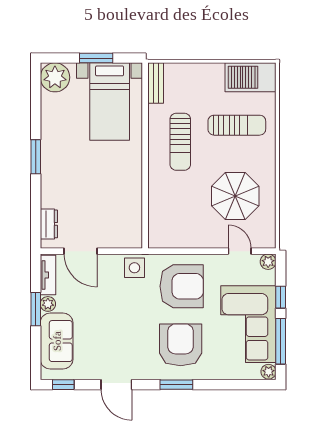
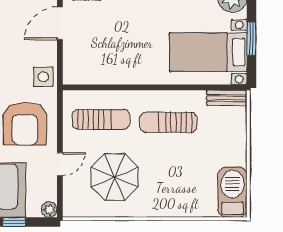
sun lounger: (237, 125) -> (101, 119), moved, turned -90
door: (240, 251) -> (60, 164), moved

